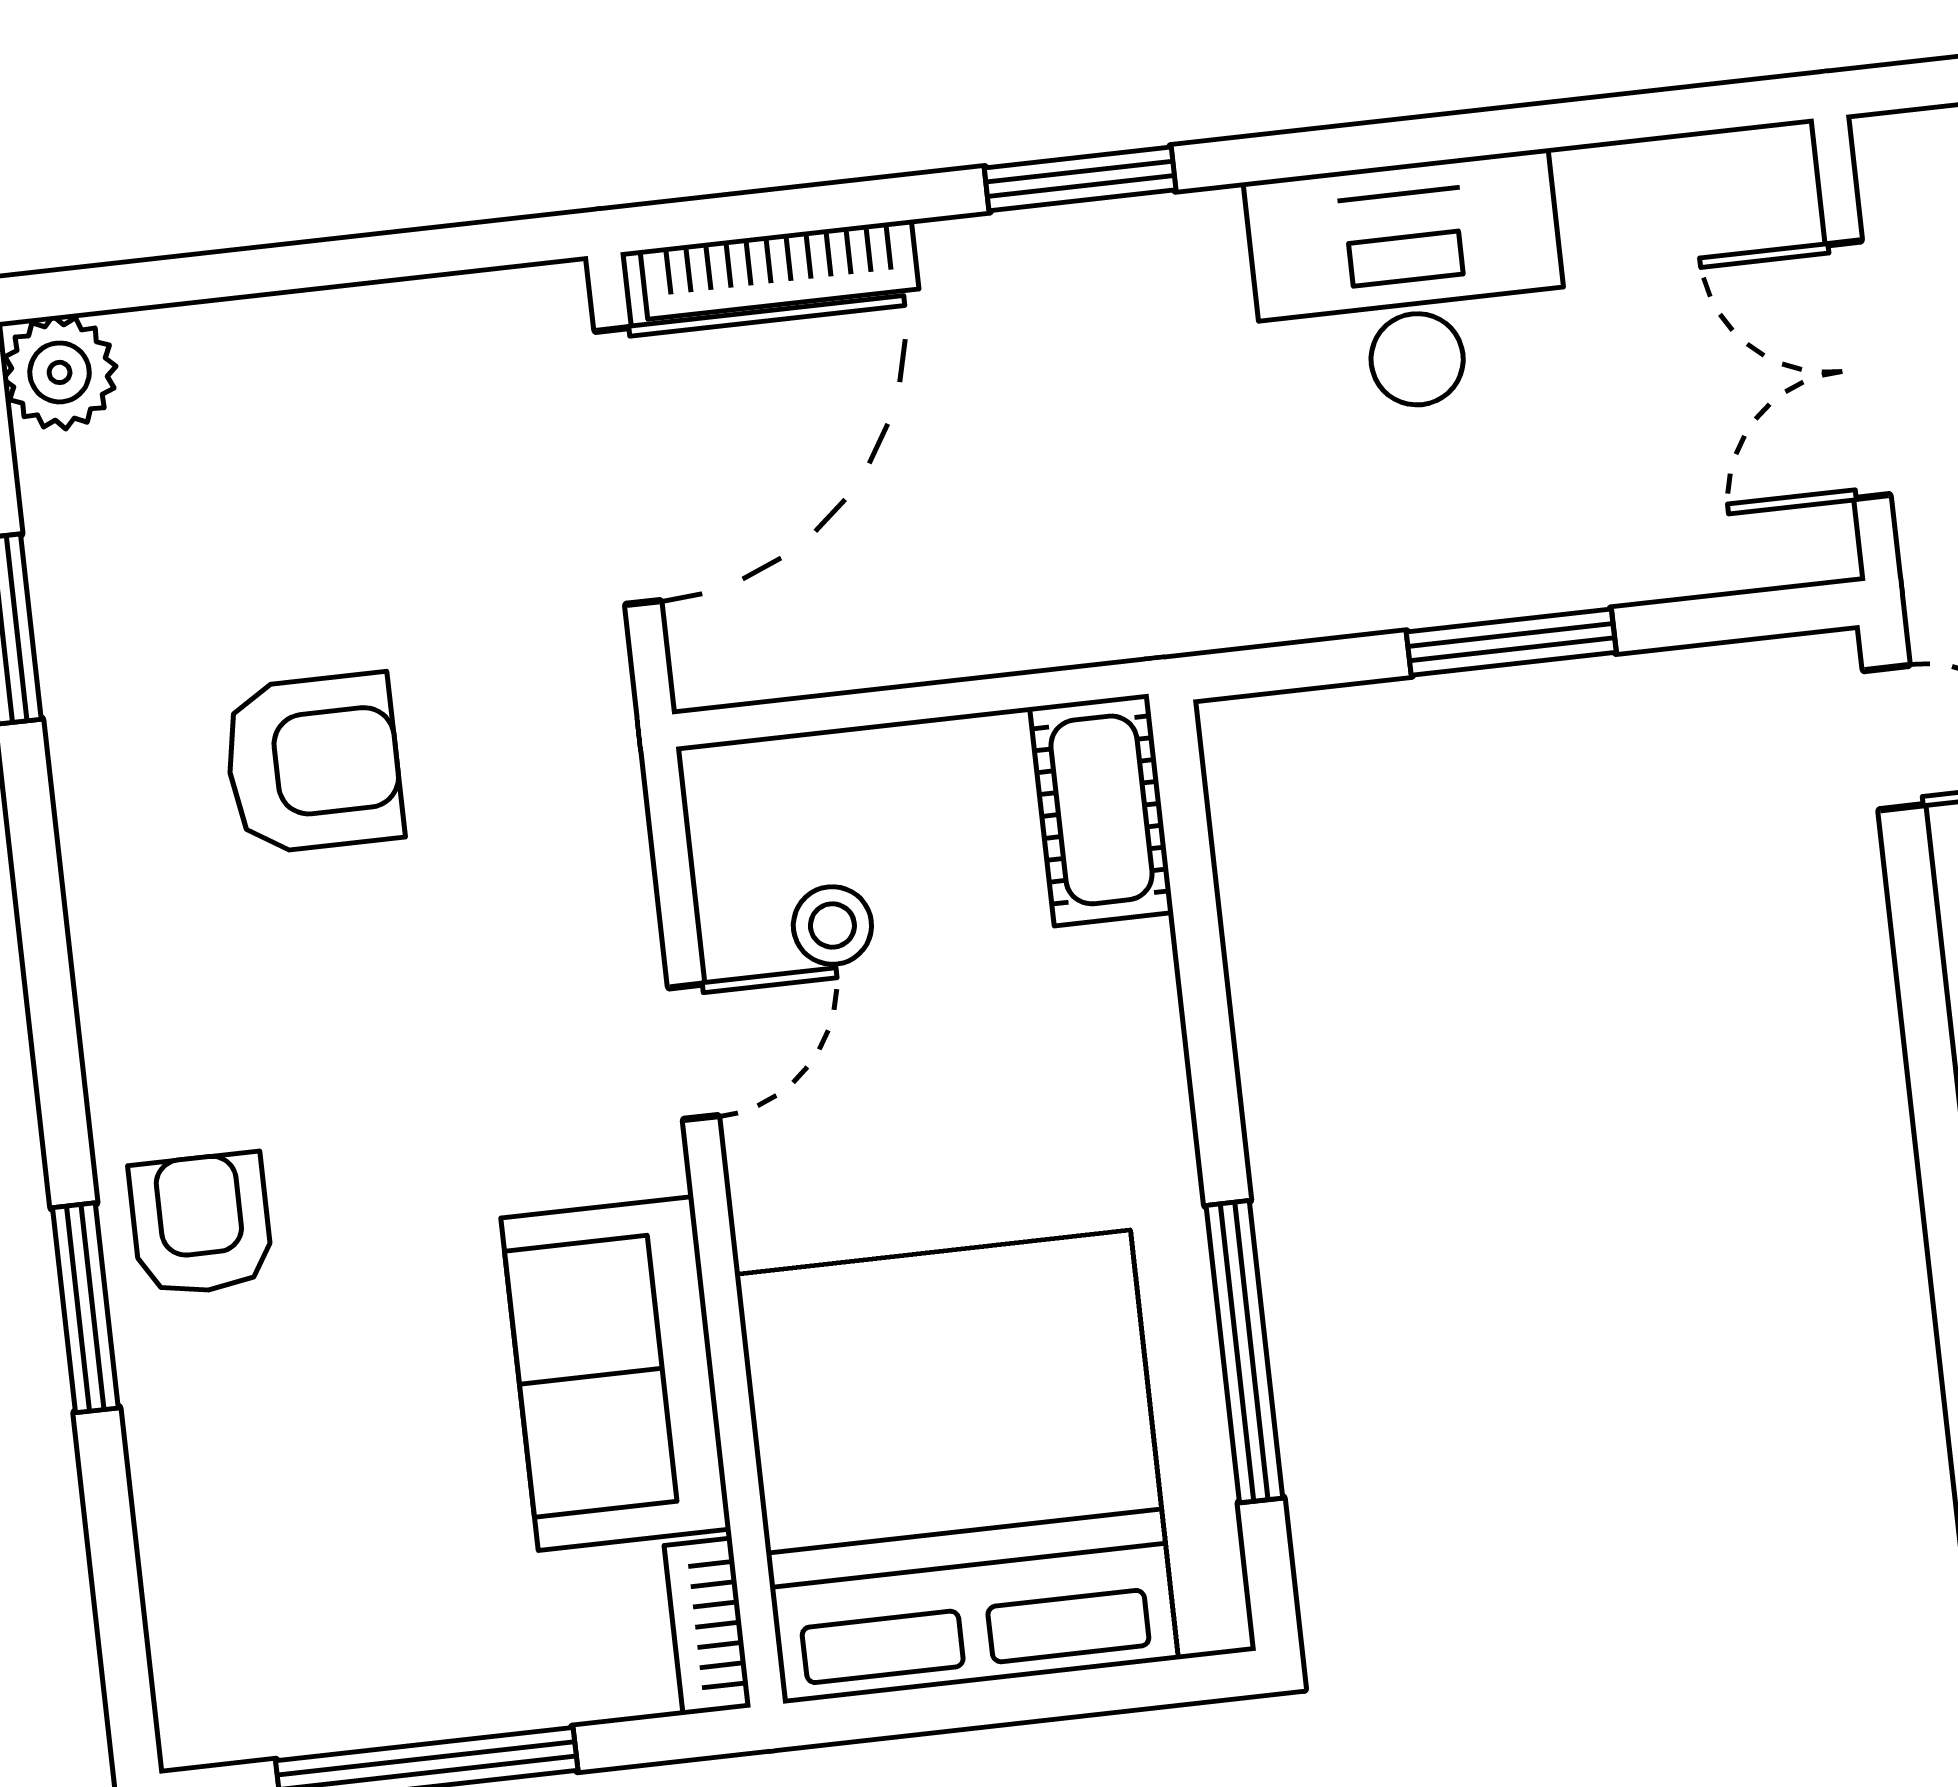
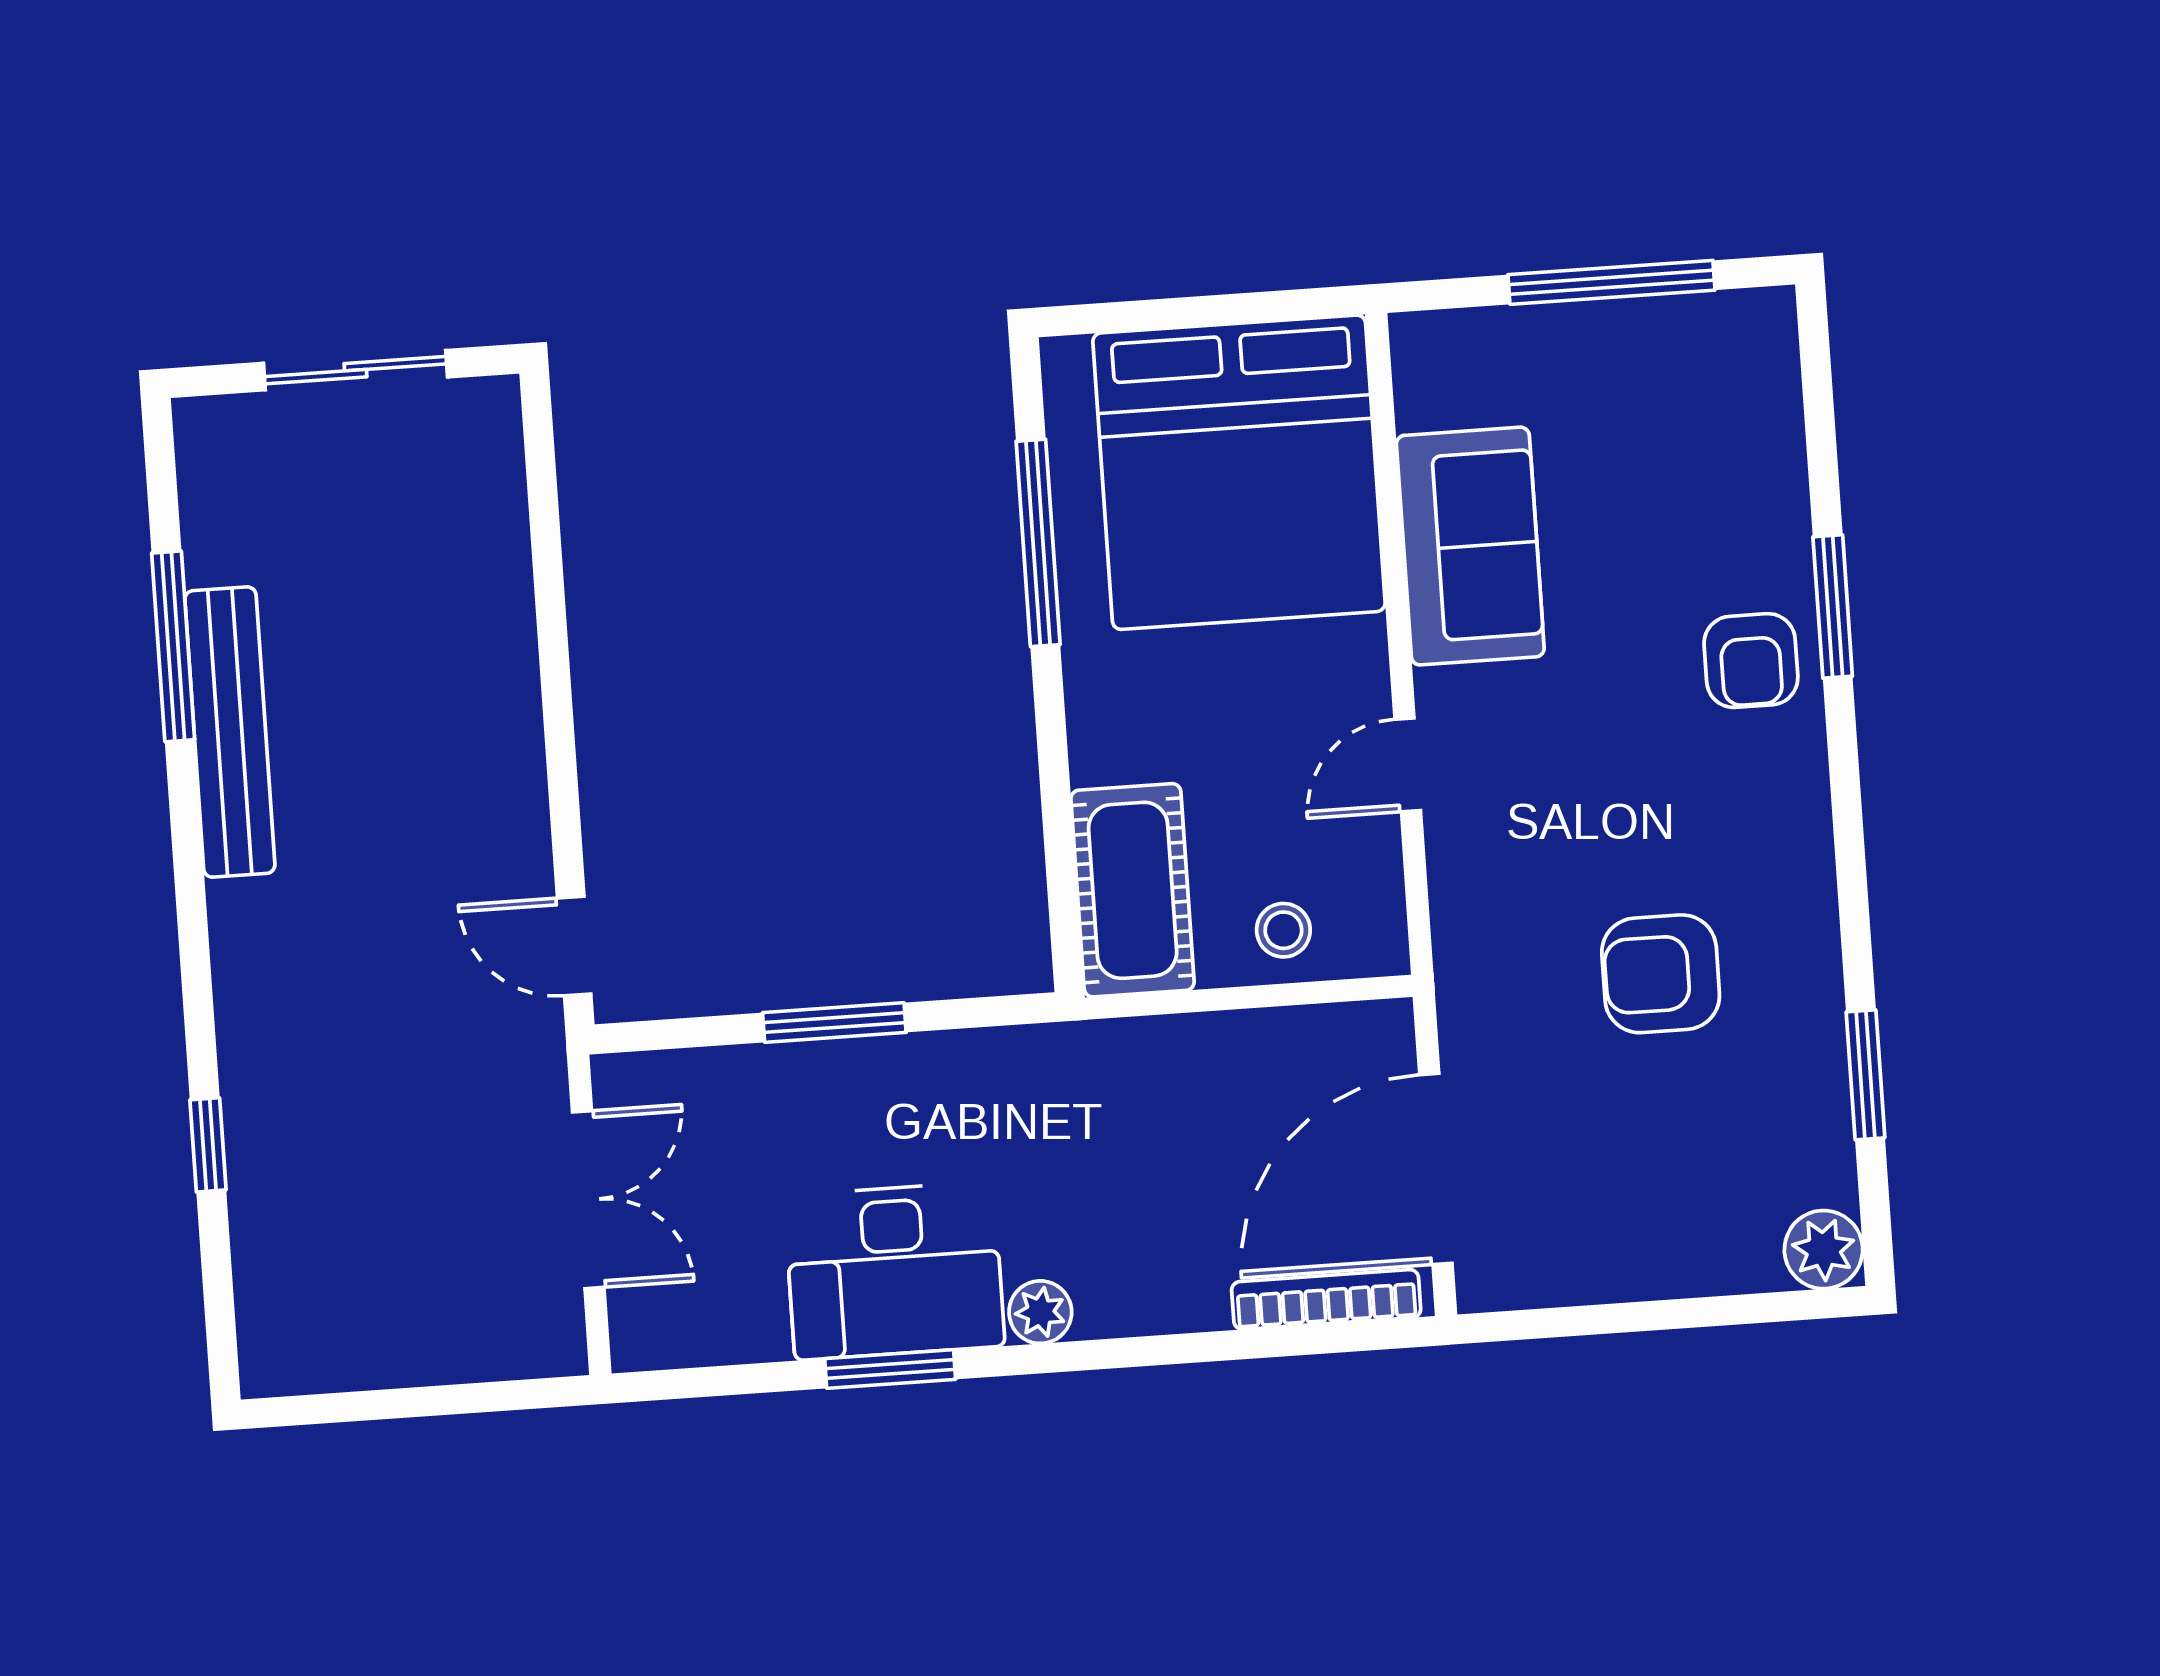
window: (1080, 179) -> (890, 1369), moved
plant: (1194, 234) -> (1040, 1312), added
cot: (1102, 810) -> (1133, 890), width x1.37, depth x1.34
stool: (832, 925) -> (1283, 930), moved
bookcase: (707, 1626) -> (1415, 370), removed

